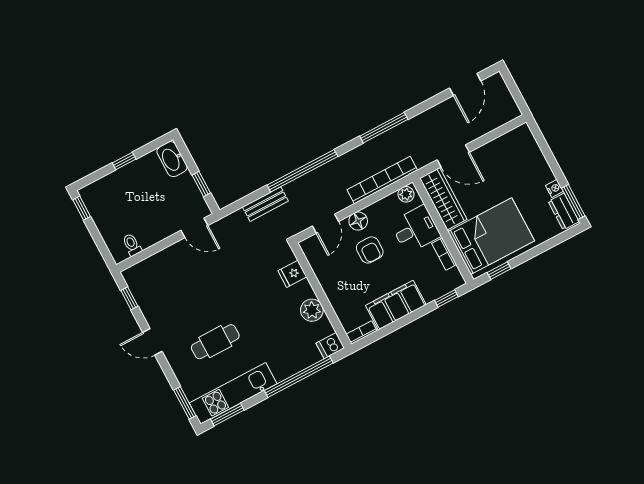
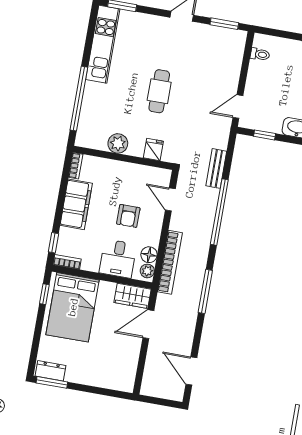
nightstand: (554, 188) -> (71, 377), removed
wardrobe: (443, 199) -> (132, 296), width x0.67
floor lamp: (358, 221) -> (149, 255), moved
armchair: (370, 250) -> (128, 216), turned -90
bookcase: (444, 254) -> (67, 262), moved
window: (129, 298) -> (224, 24), width x1.50
cafe table: (215, 342) -> (159, 91), moved
dishwasher: (330, 346) -> (83, 137), removed
window: (227, 415) -> (91, 29), removed

